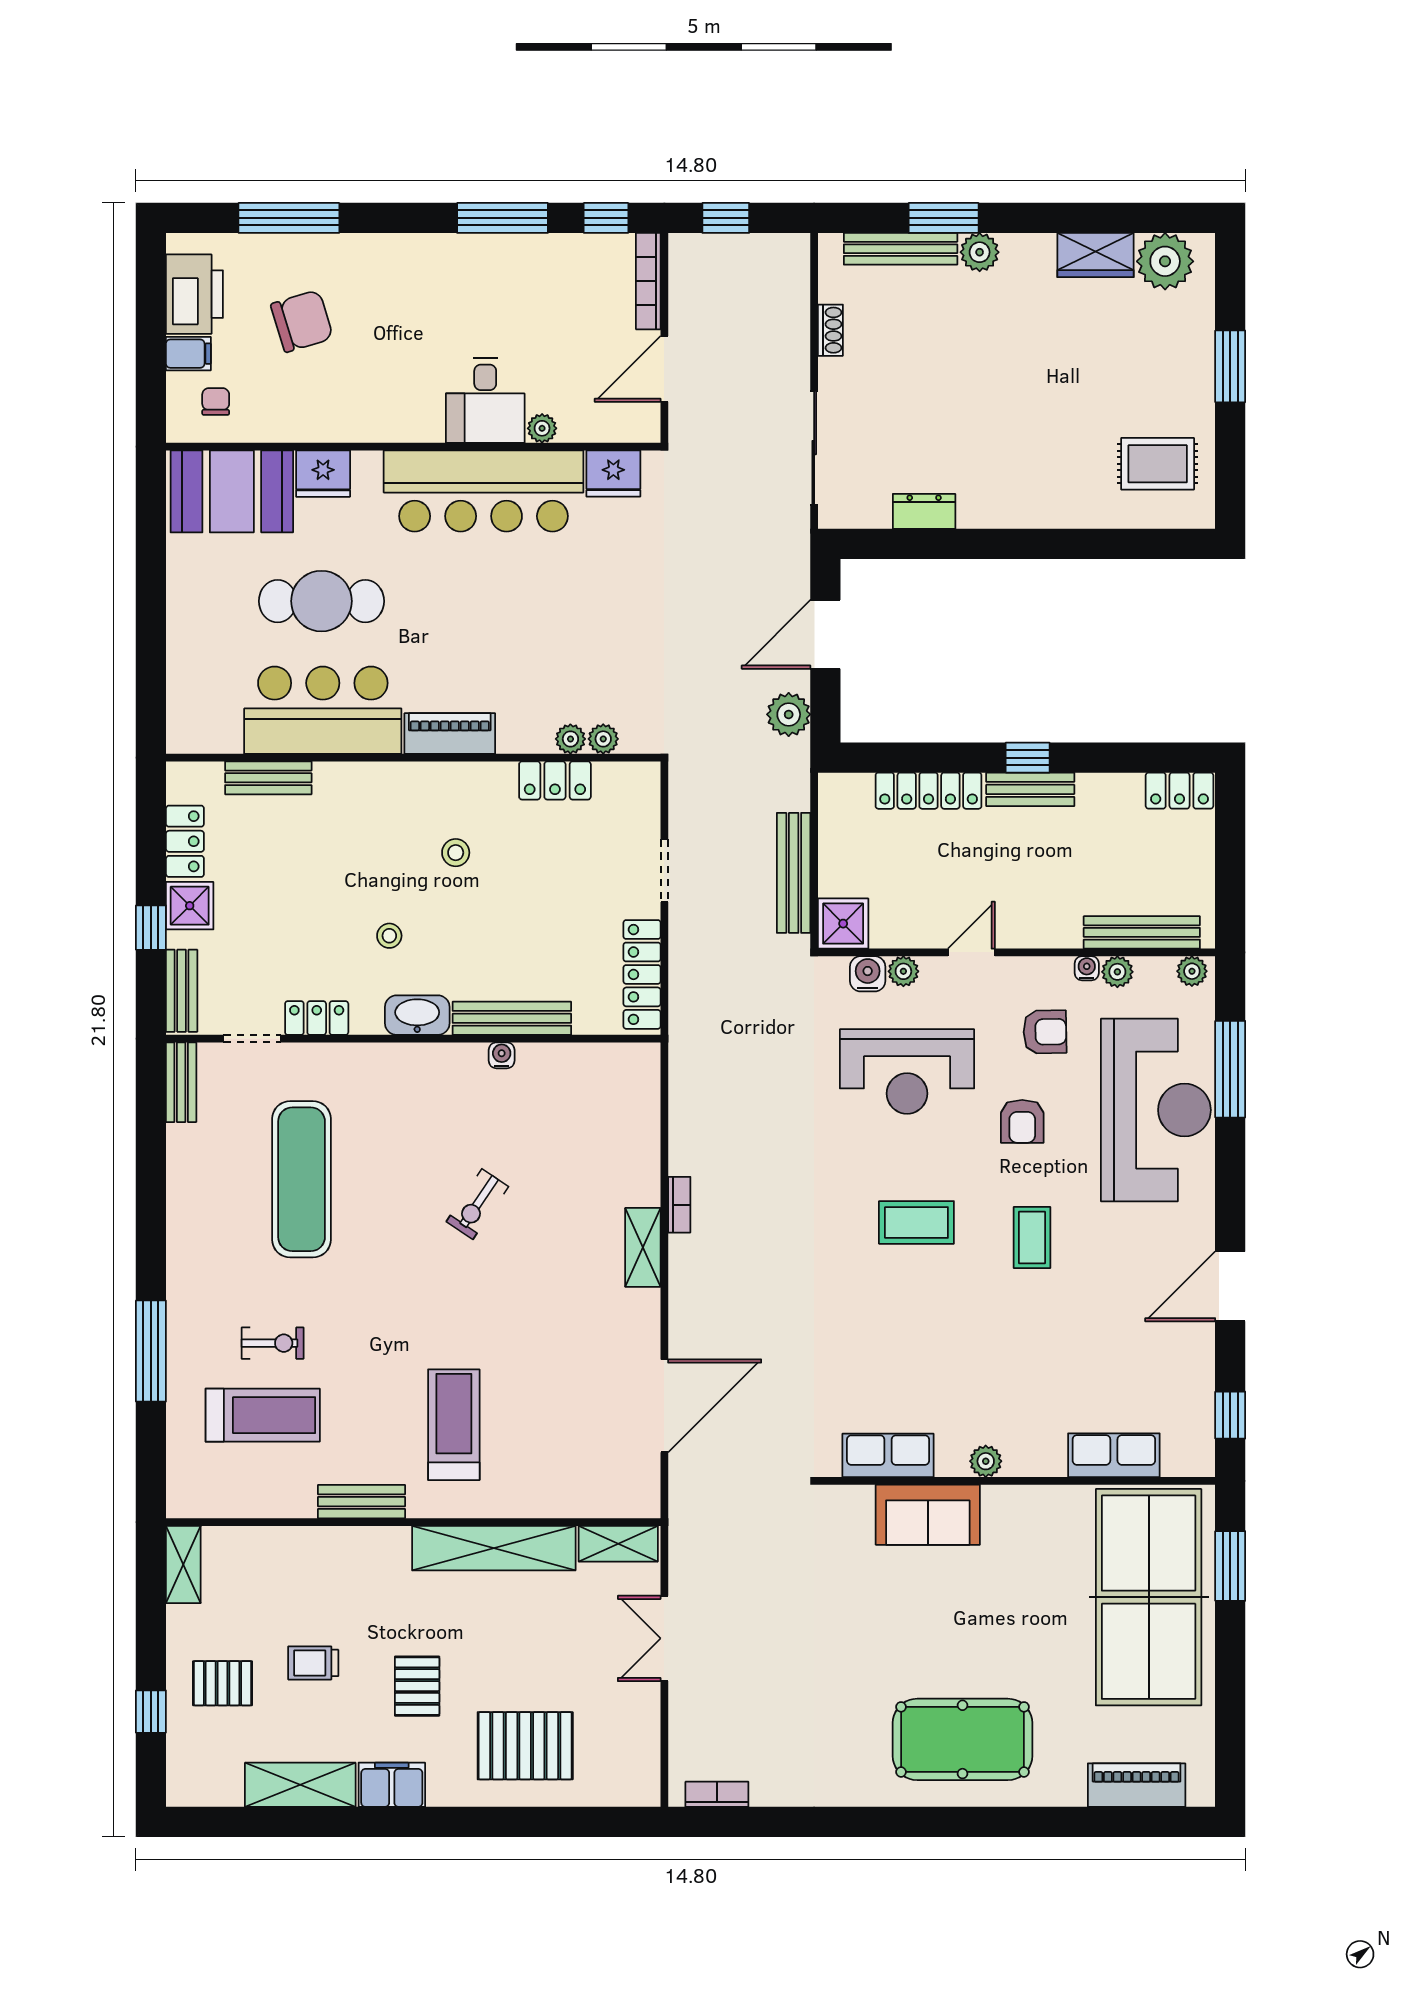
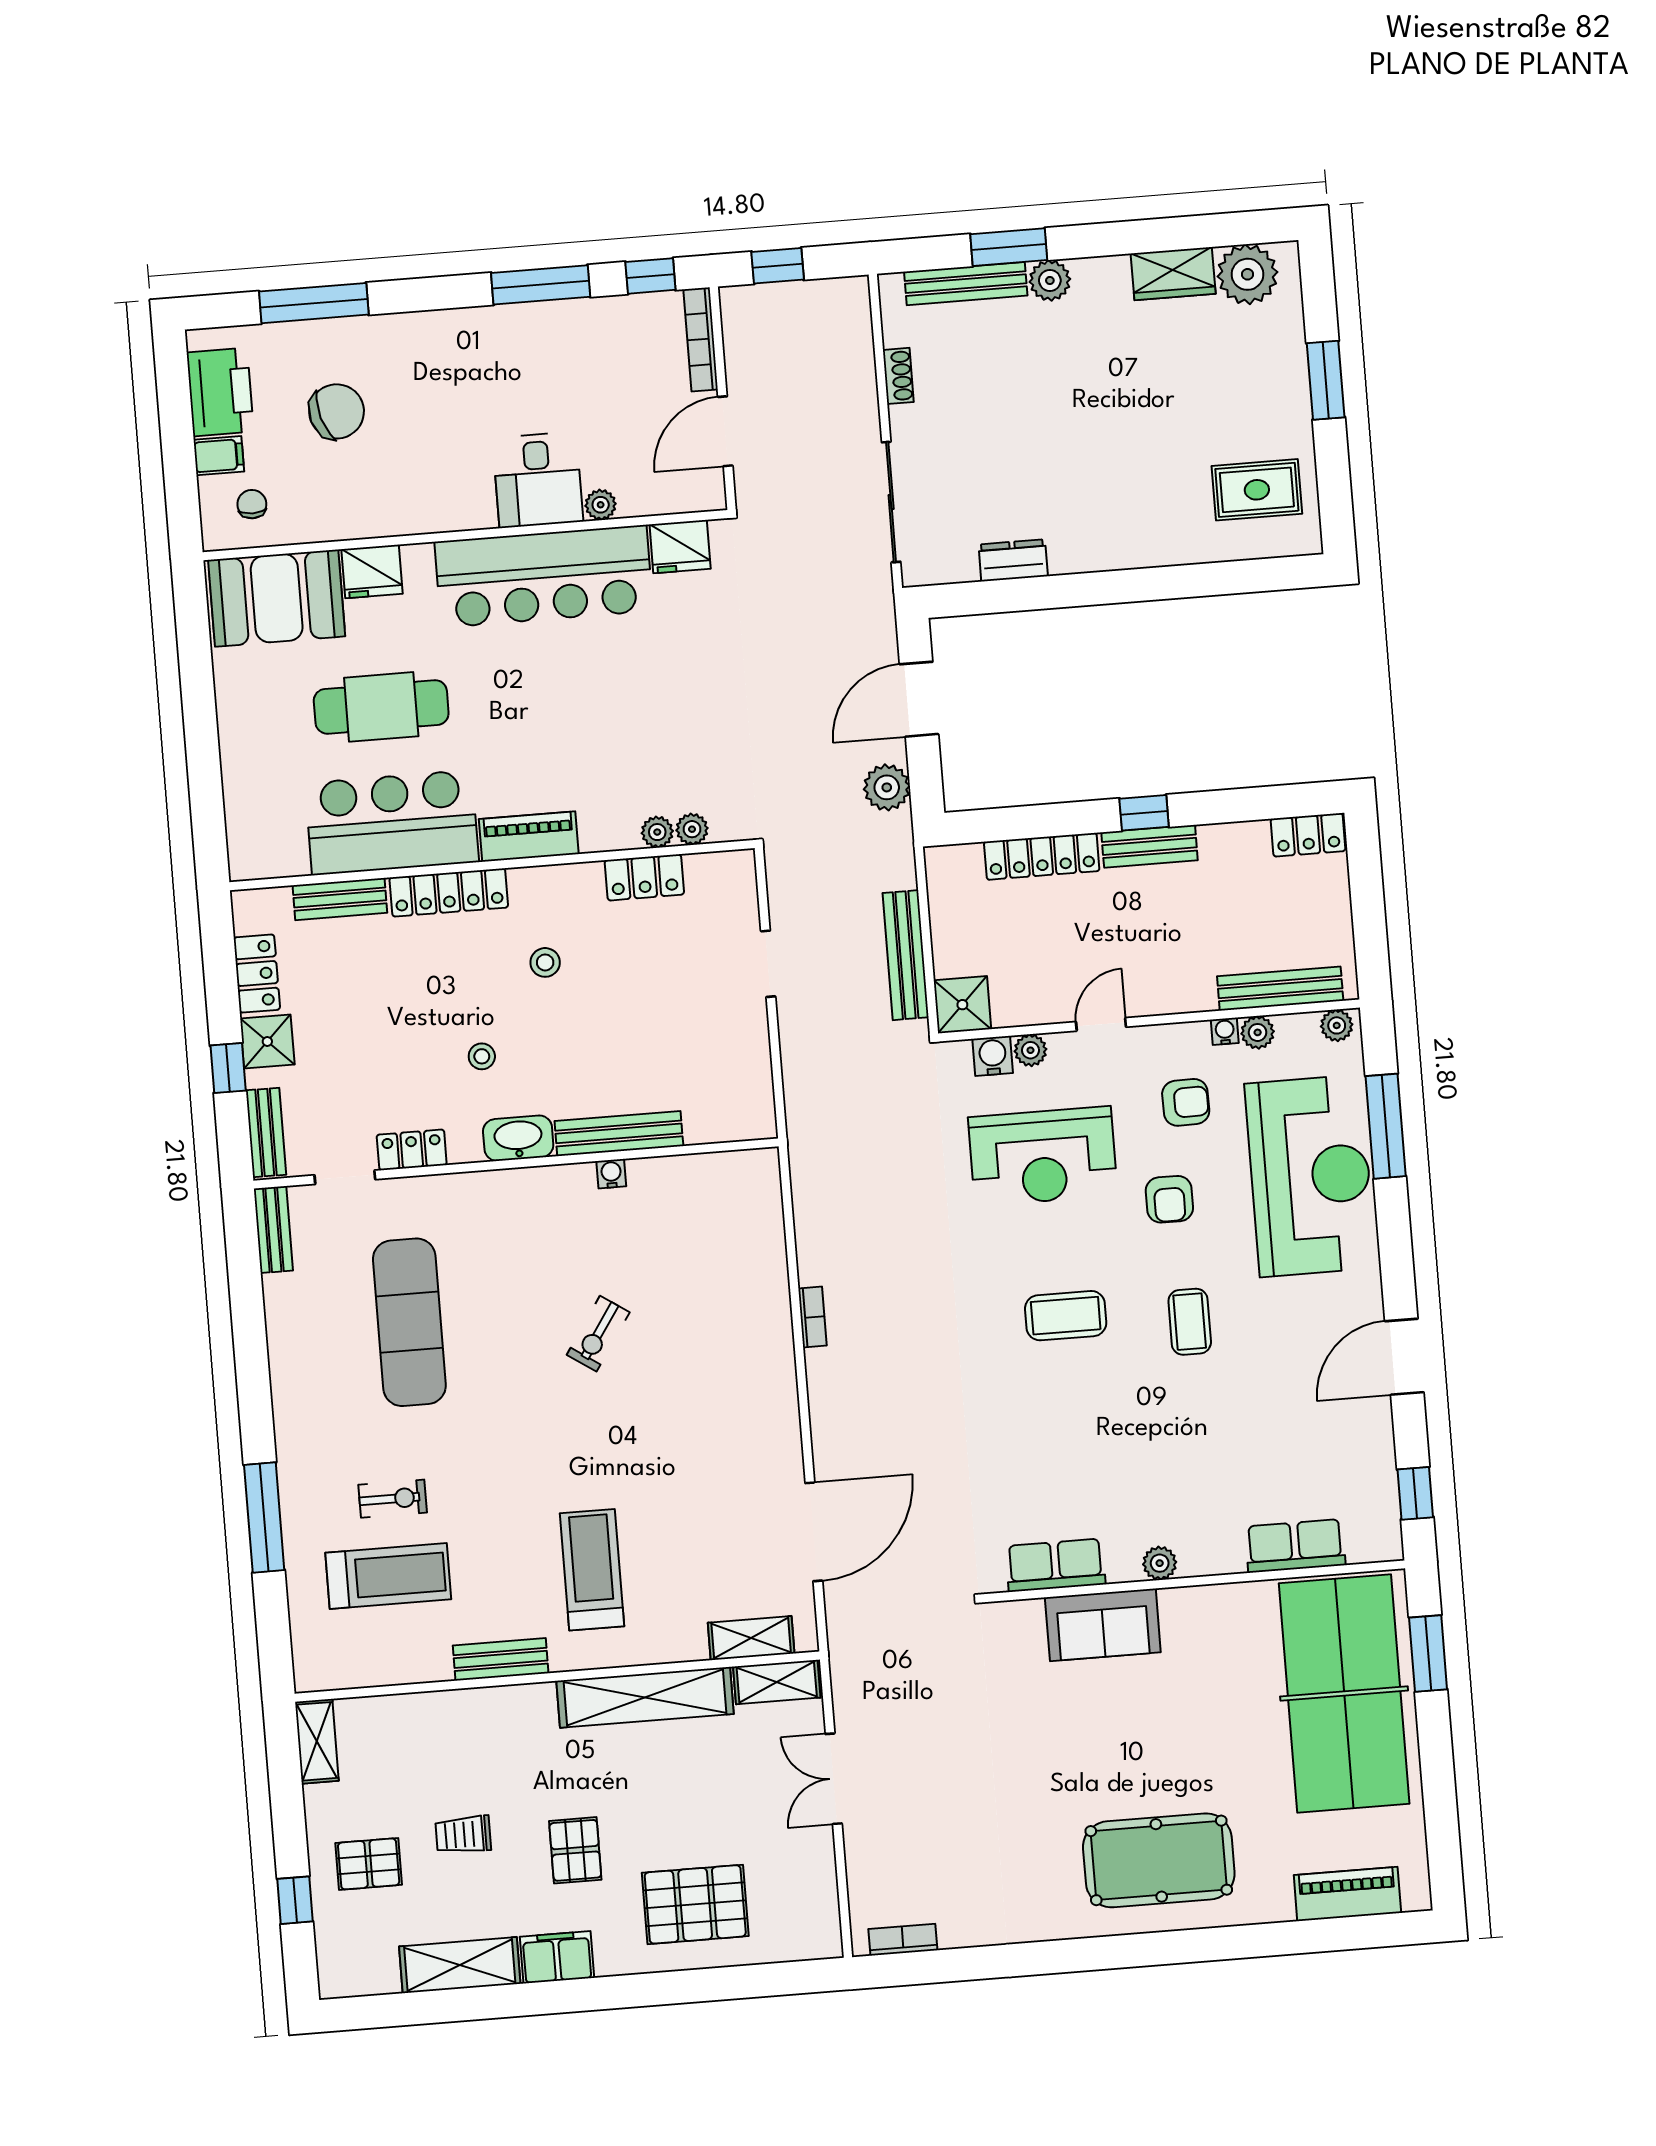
locker: (642, 974) -> (449, 893), moved, turned -90
shelving: (643, 1247) -> (751, 1638), moved, turned 90

